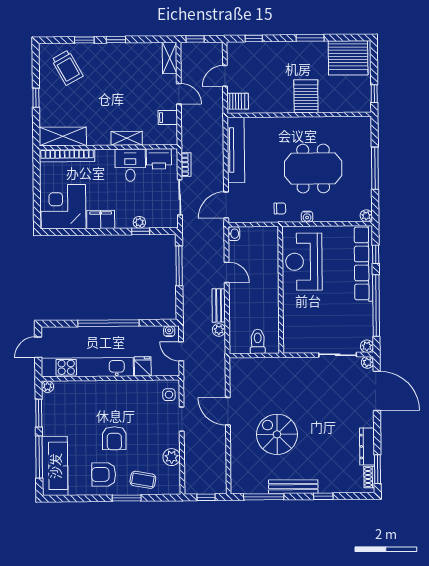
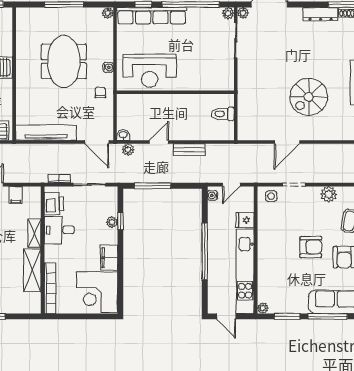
shelving: (63, 136) -> (32, 270), moved
plant: (219, 330) -> (128, 150), moved

